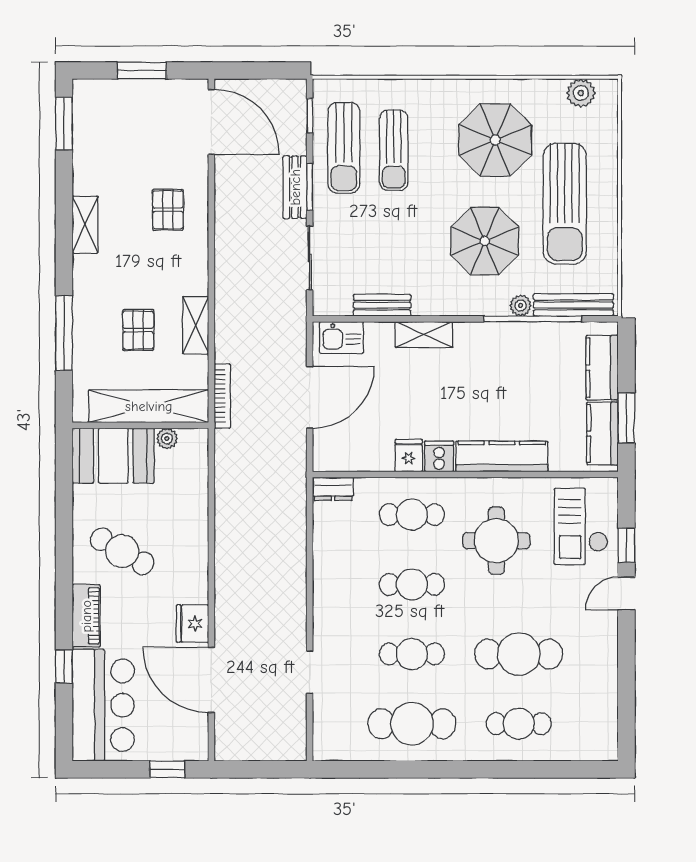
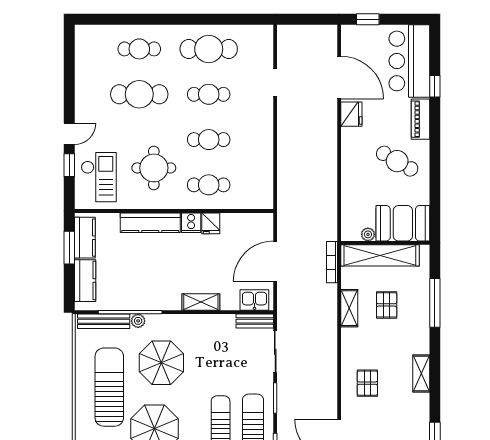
bench: (295, 187) -> (285, 398), removed
bench: (382, 305) -> (255, 321), moved
dresser: (333, 489) -> (260, 202), removed

